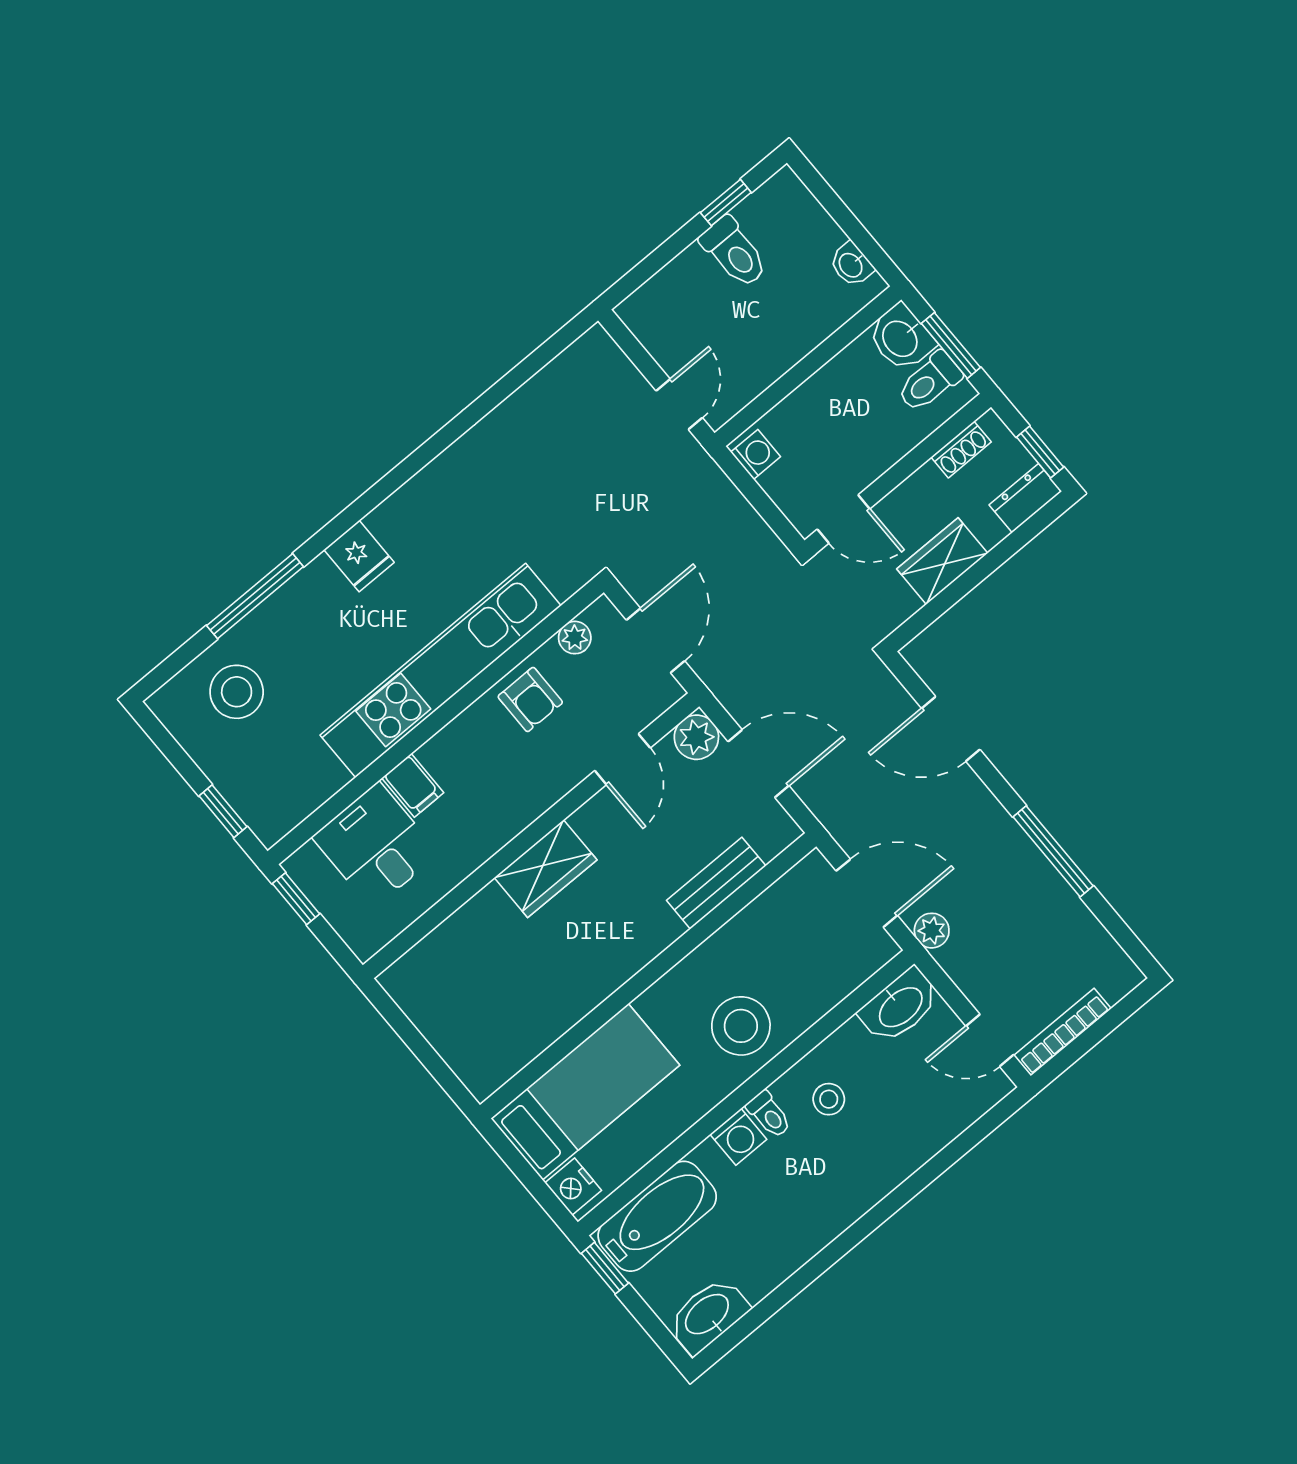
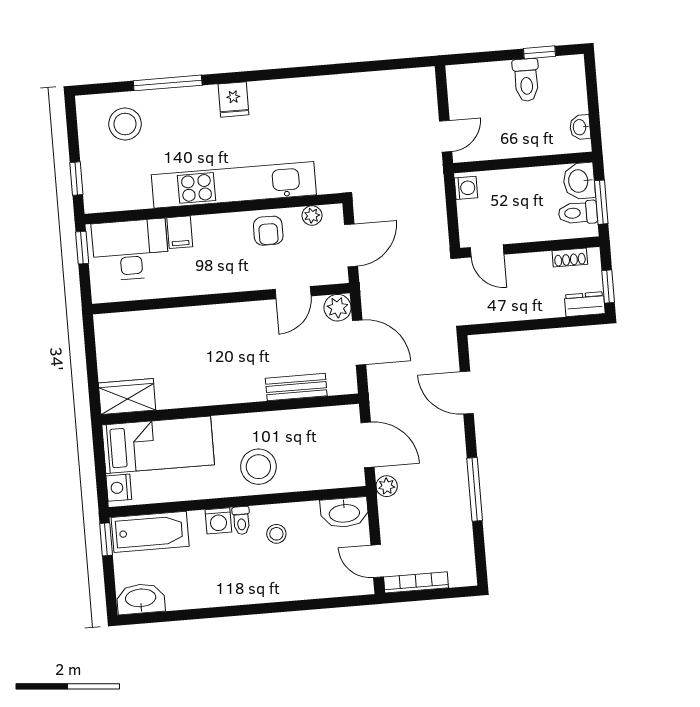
wardrobe: (942, 561) -> (521, 306), removed
desk: (376, 845) -> (130, 250), width x1.37
wardrobe: (546, 869) -> (127, 396), moved, turned 180

